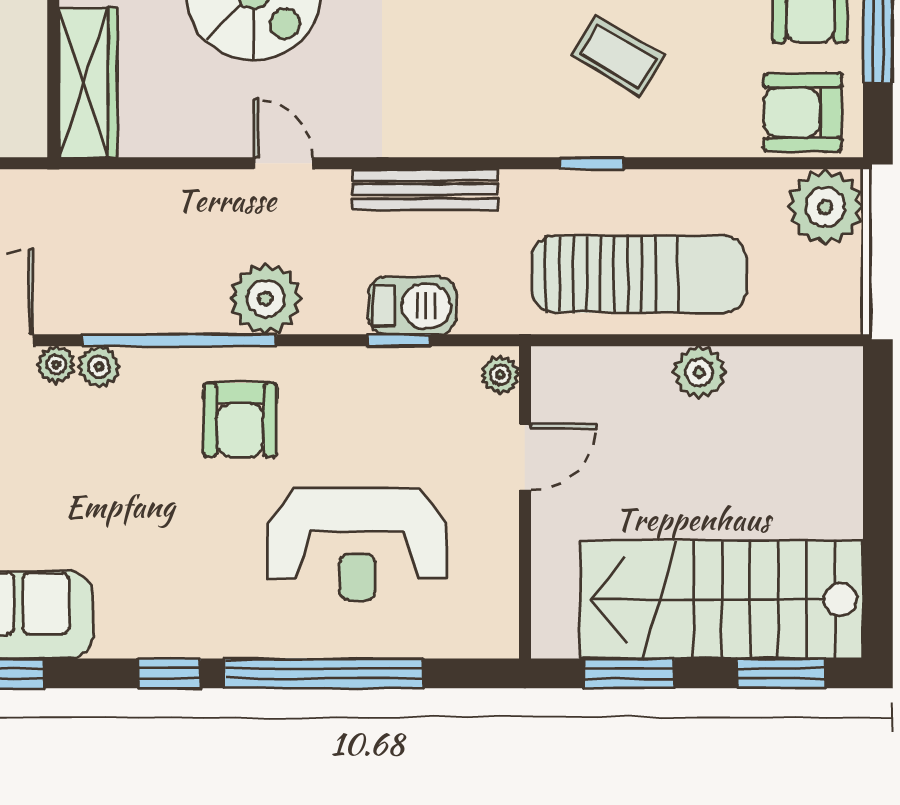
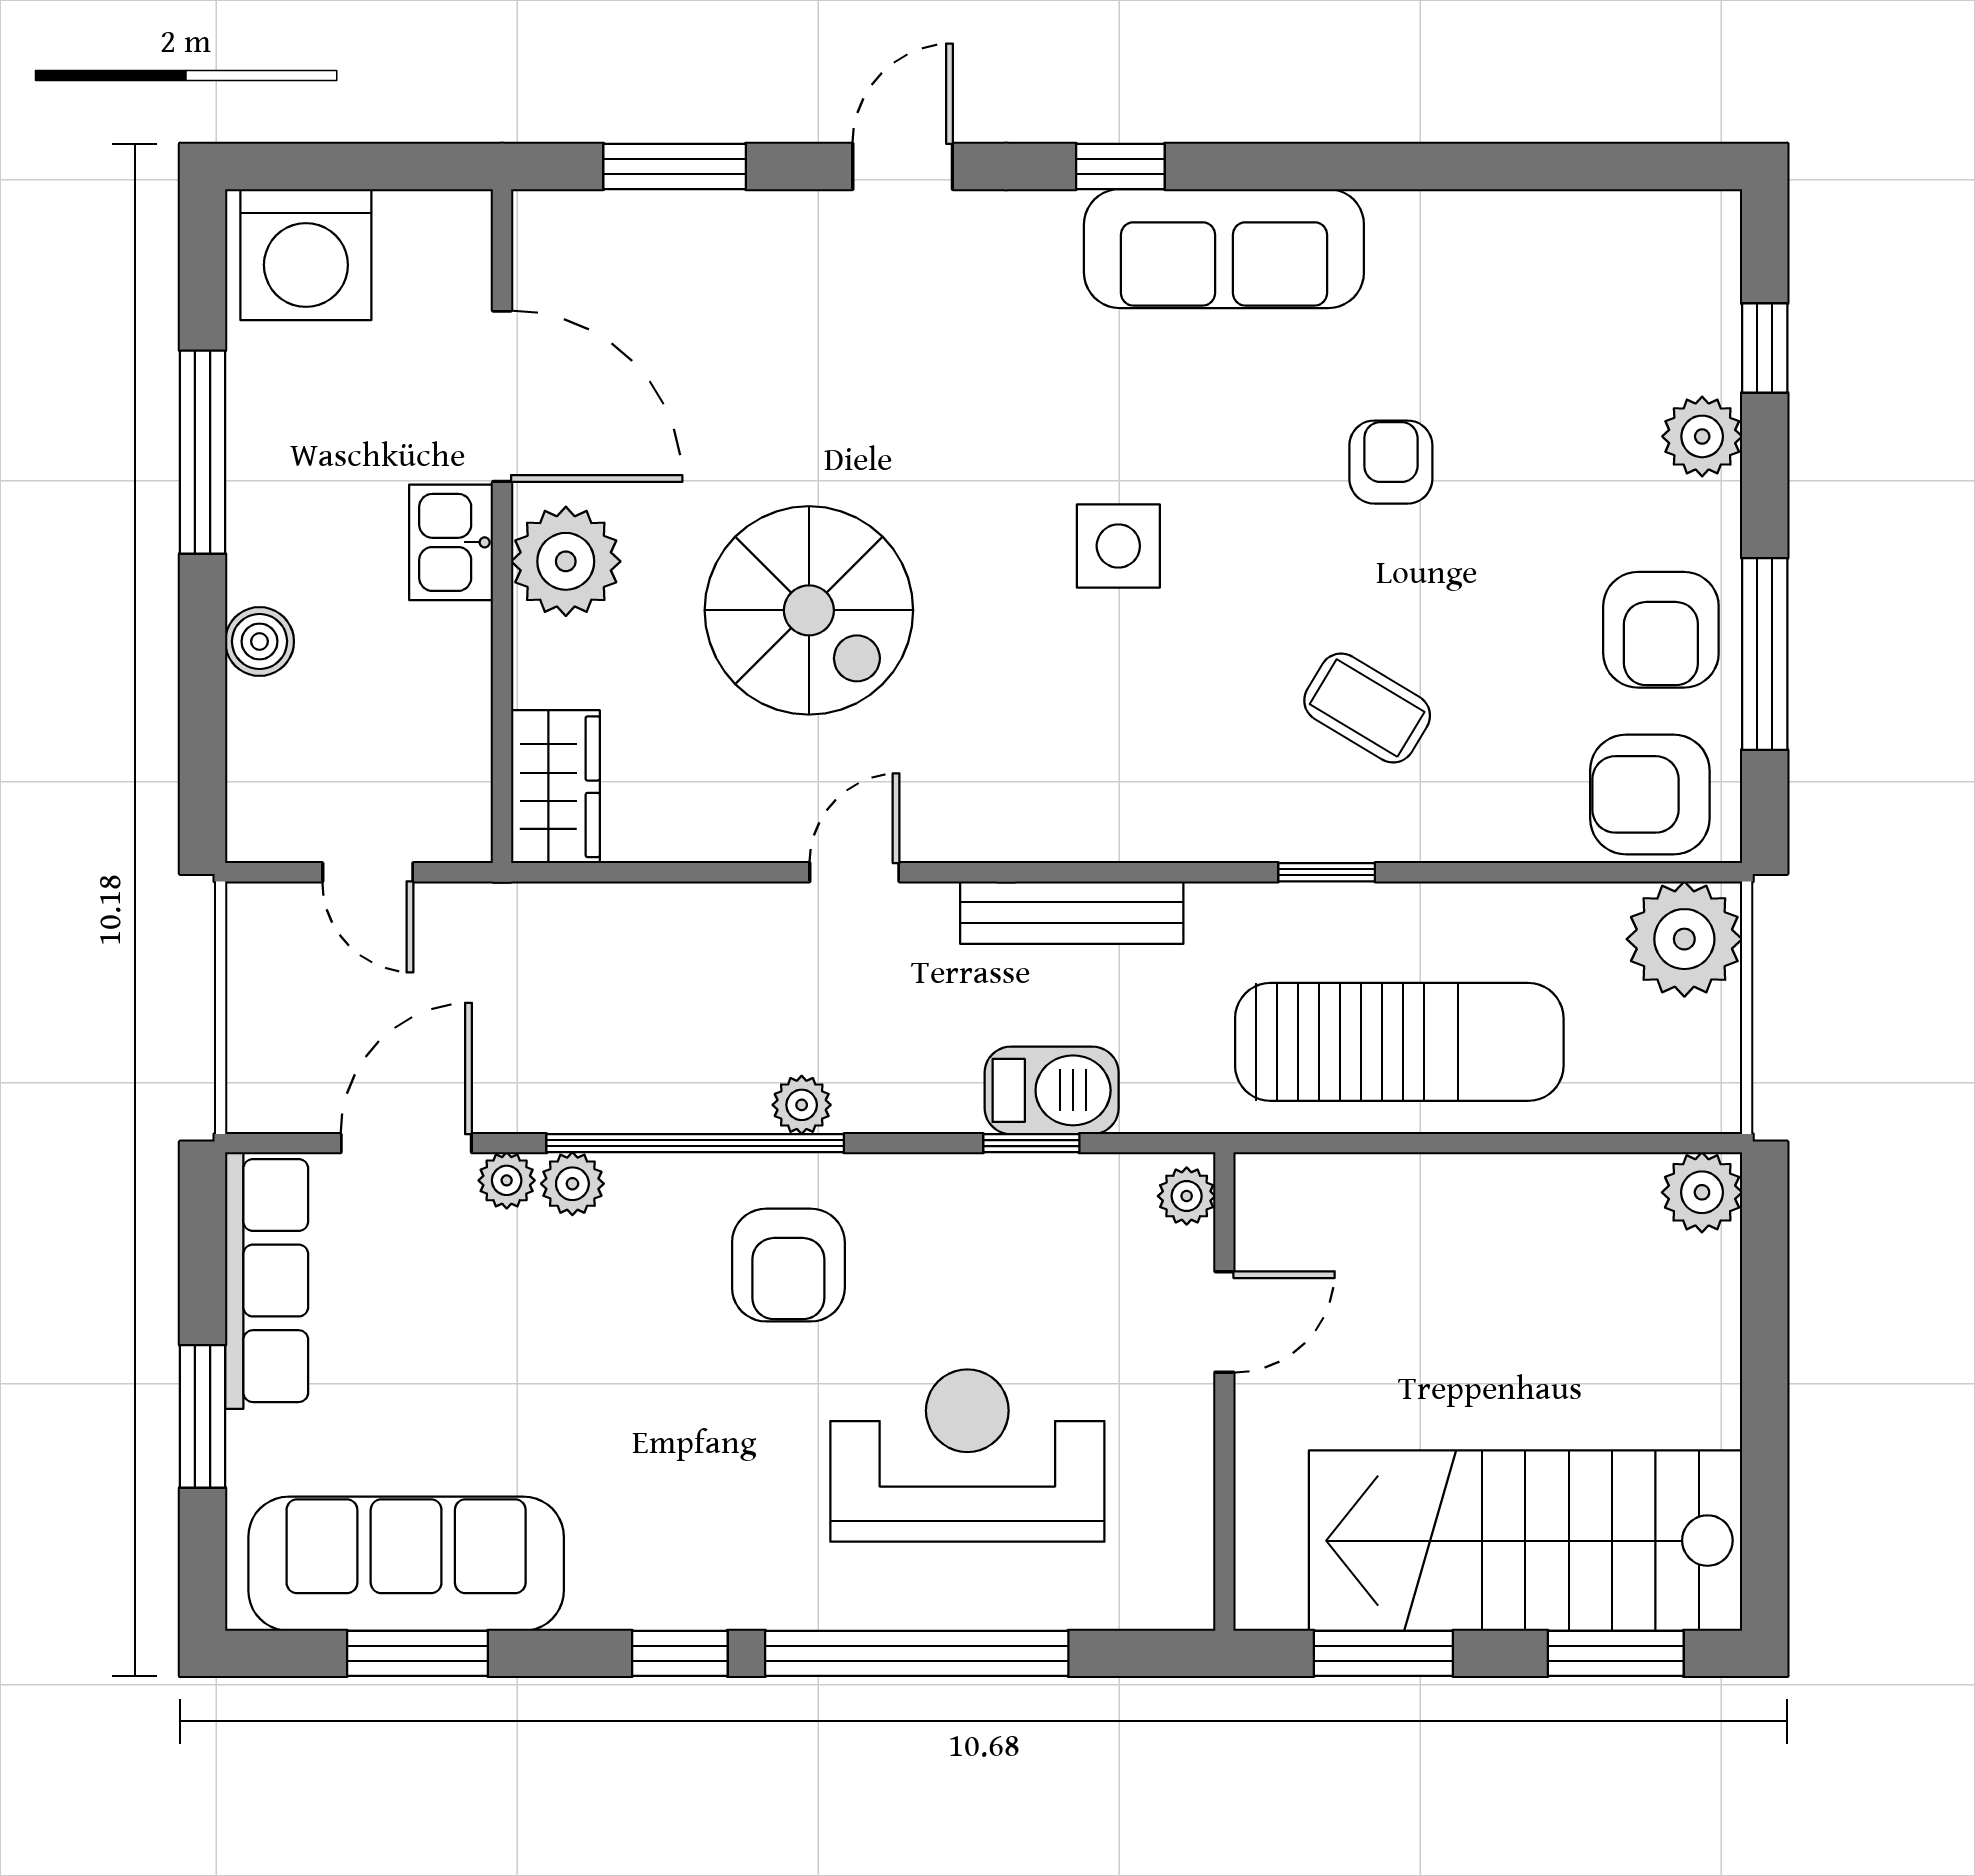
wardrobe: (88, 82) -> (555, 787), width x0.67
door: (283, 163) -> (854, 872), hinge flipped
plant: (266, 299) -> (802, 1105), width x0.53, depth x0.53
plant: (699, 372) -> (1702, 1192), moved
reception desk: (357, 544) -> (967, 1456), turned 180

